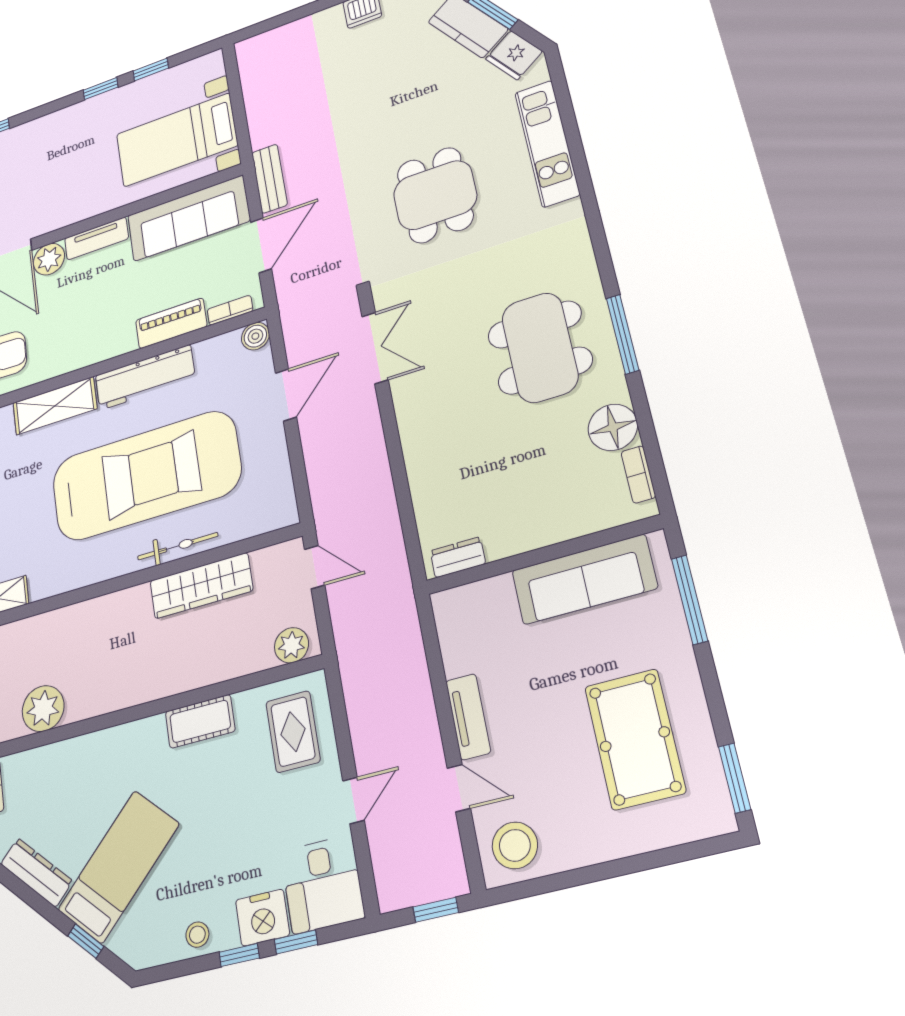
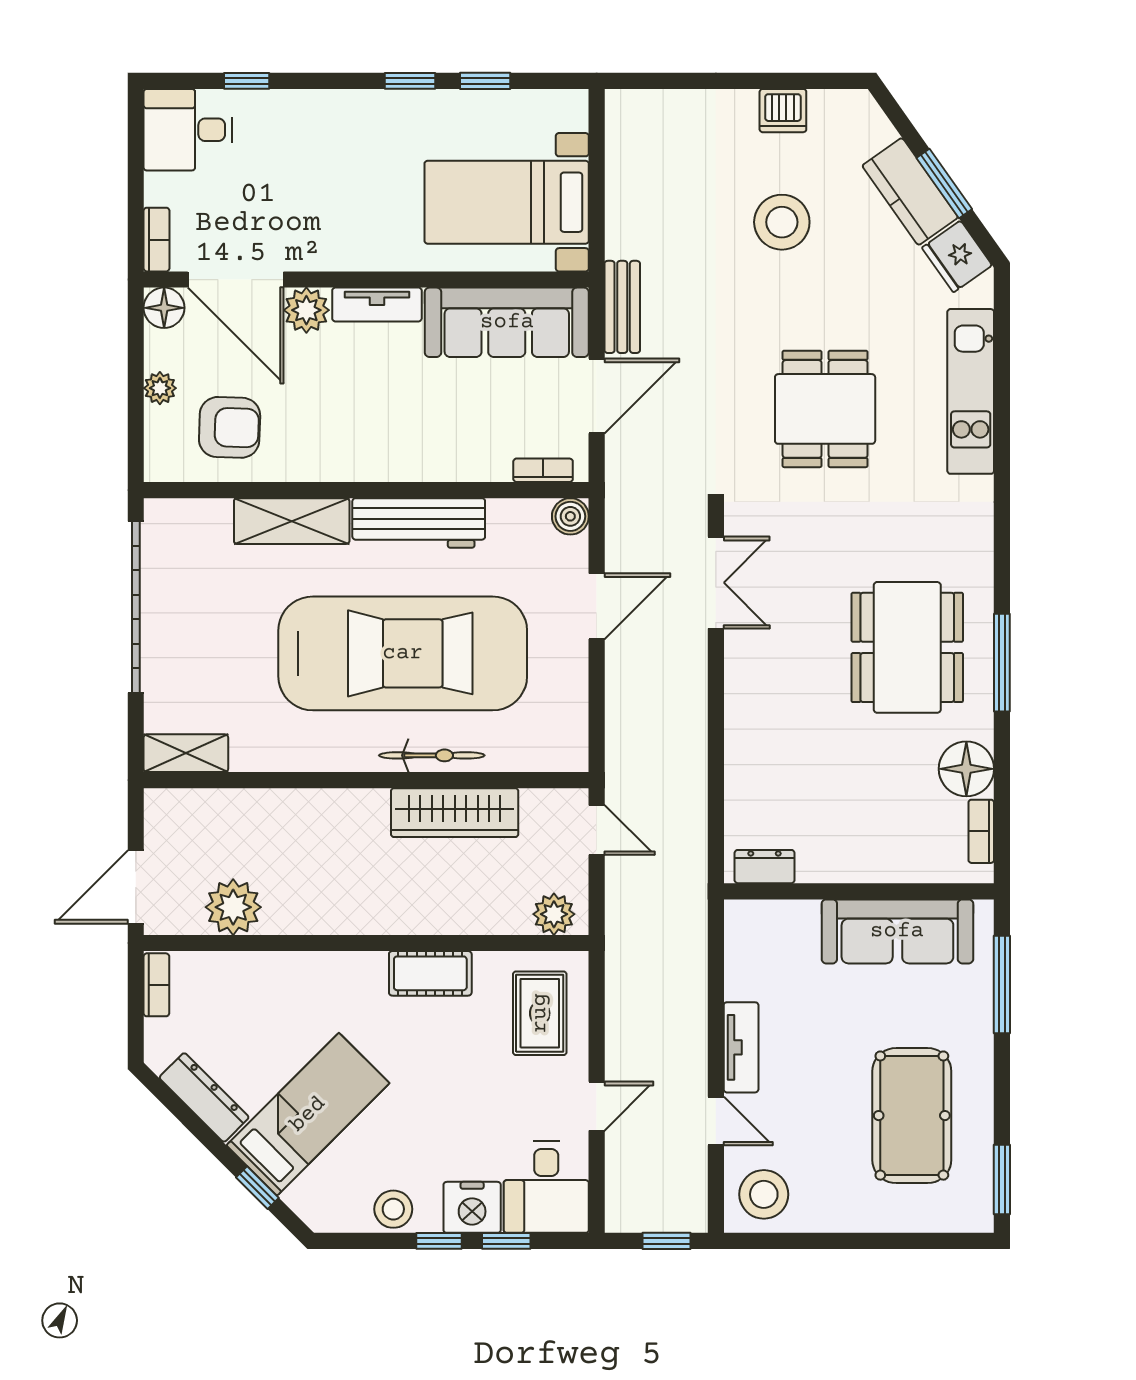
stool: (376, 81) -> (782, 222), added
piano: (171, 323) -> (463, 461), removed
stool: (197, 935) -> (393, 1209), width x1.37, depth x1.37

